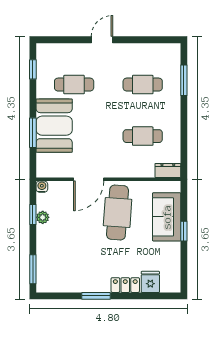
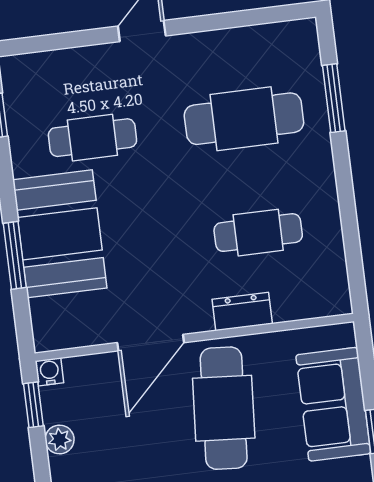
cafe table: (143, 85) -> (244, 119), width x1.37, depth x1.35
dresser: (168, 170) -> (242, 312), moved
window: (33, 215) -> (33, 405), moved

